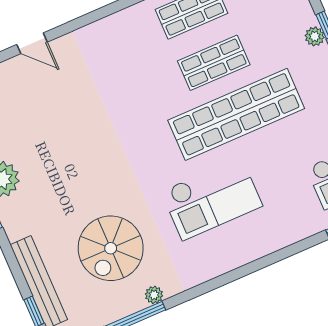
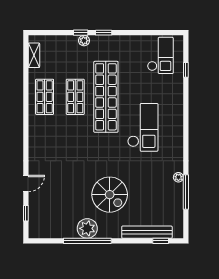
spiral stairs: (111, 248) -> (110, 195), moved

